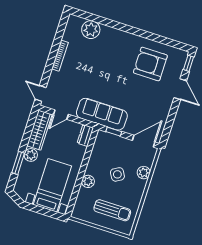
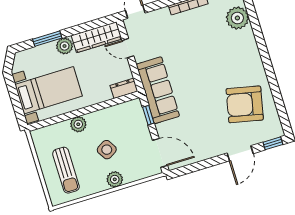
armchair: (150, 64) -> (245, 104), turned -78
plant: (144, 173) -> (115, 179), moved

